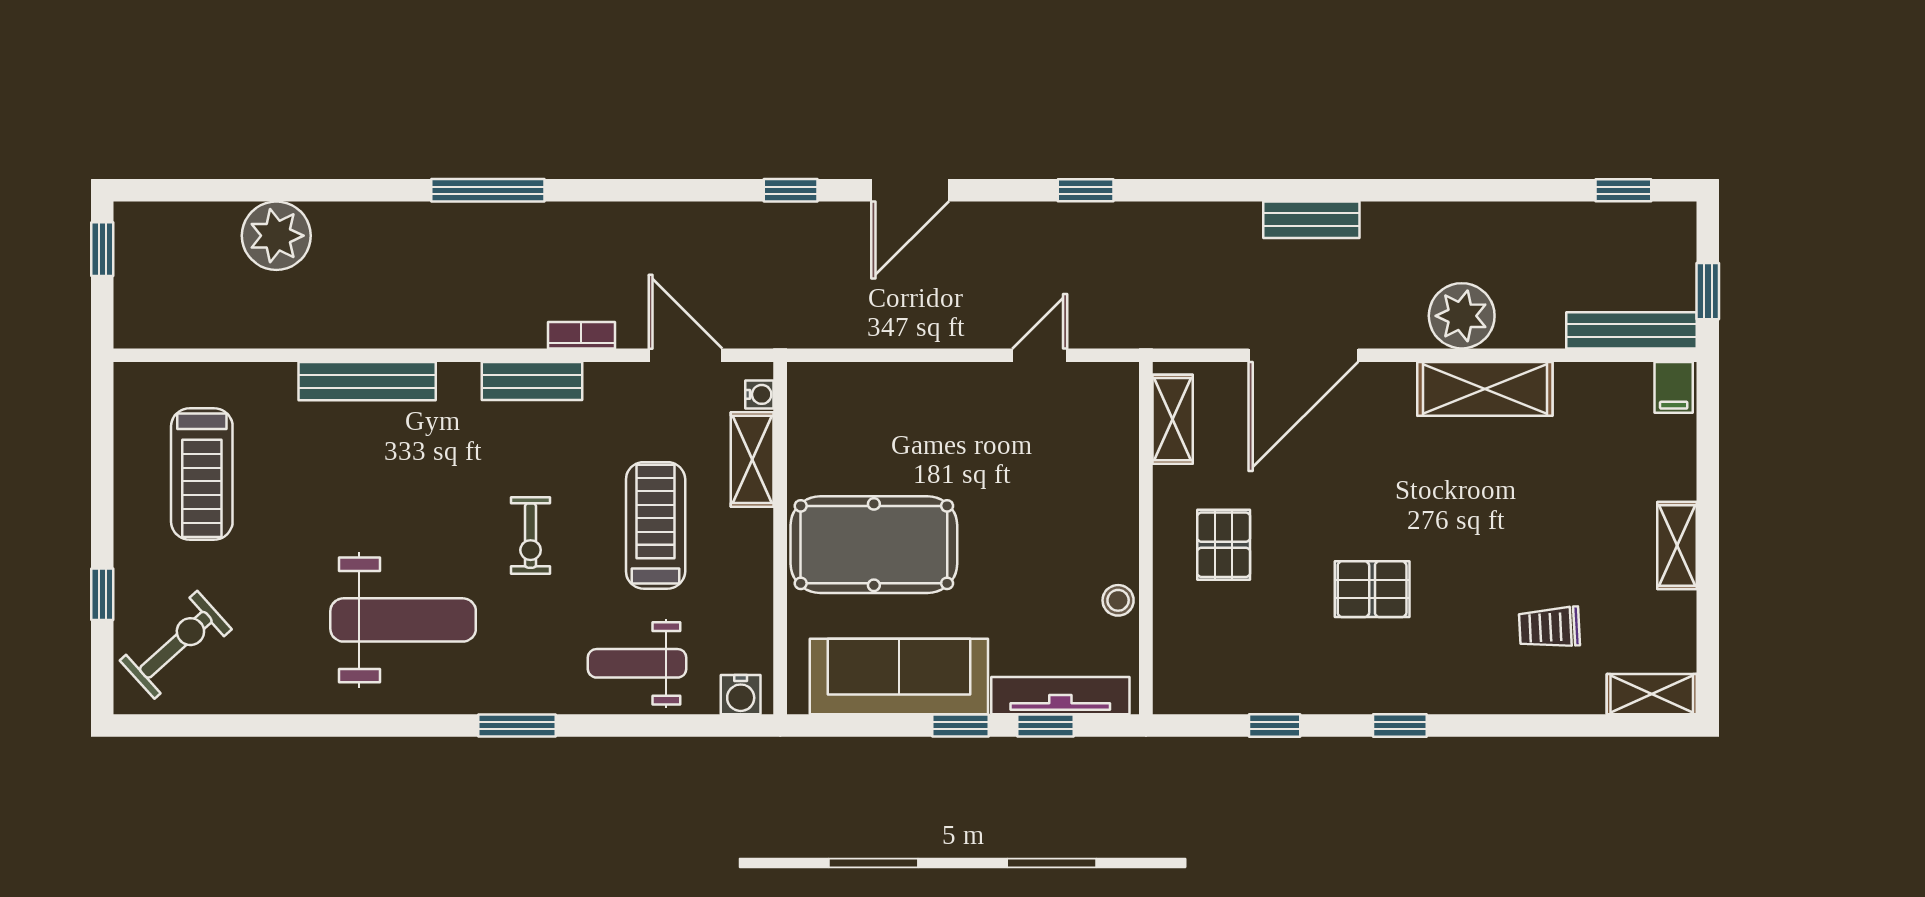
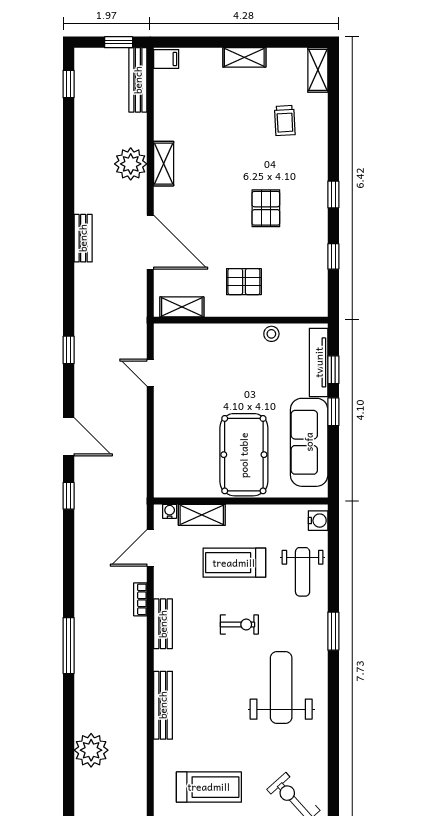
shelving: (1485, 389) -> (164, 164), width x0.67, depth x0.75

